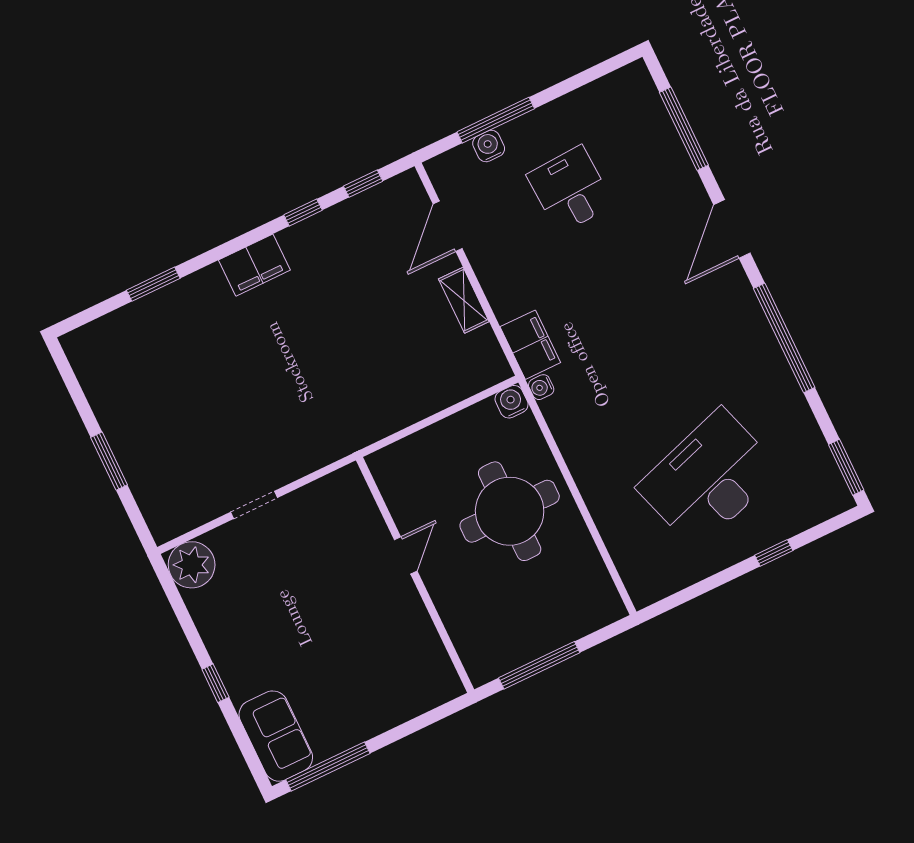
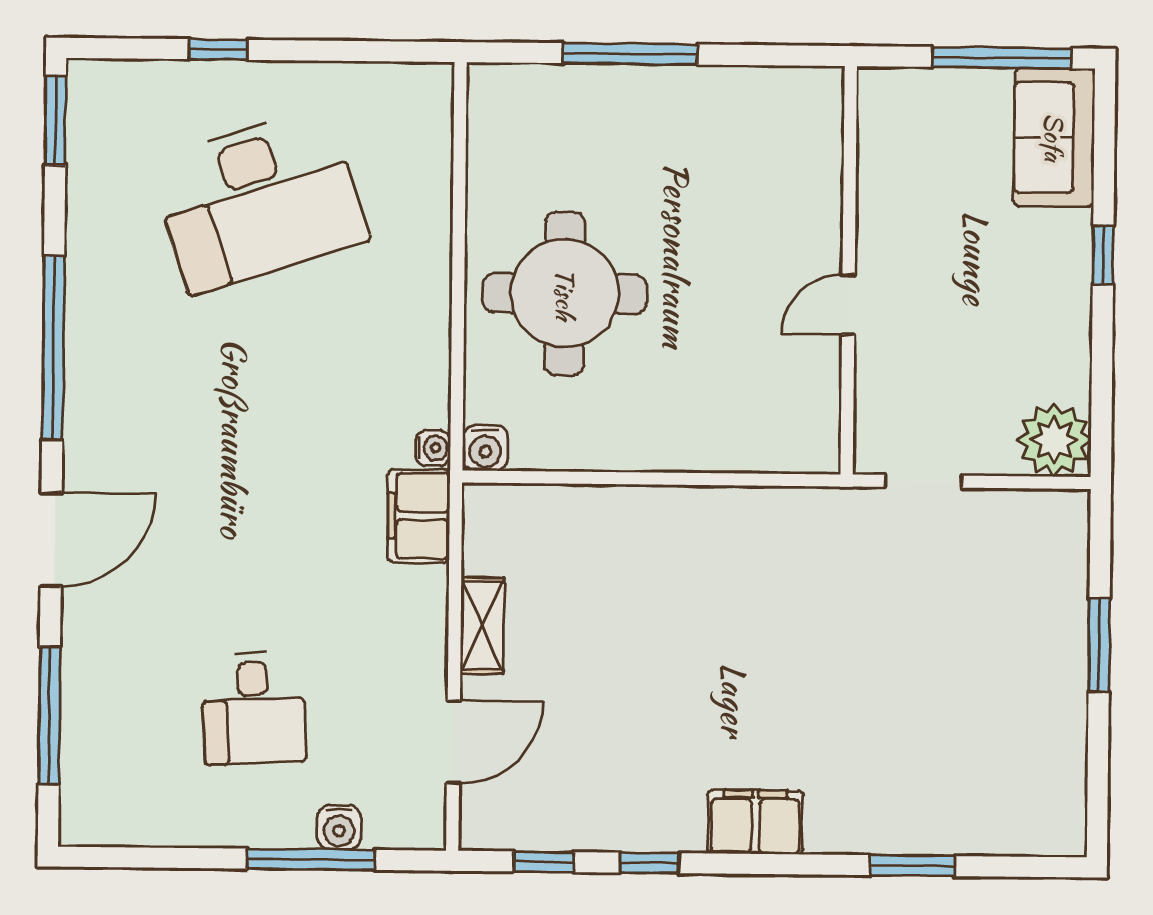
door: (406, 555) -> (848, 304), moved
wall: (415, 575) -> (849, 270), moved

